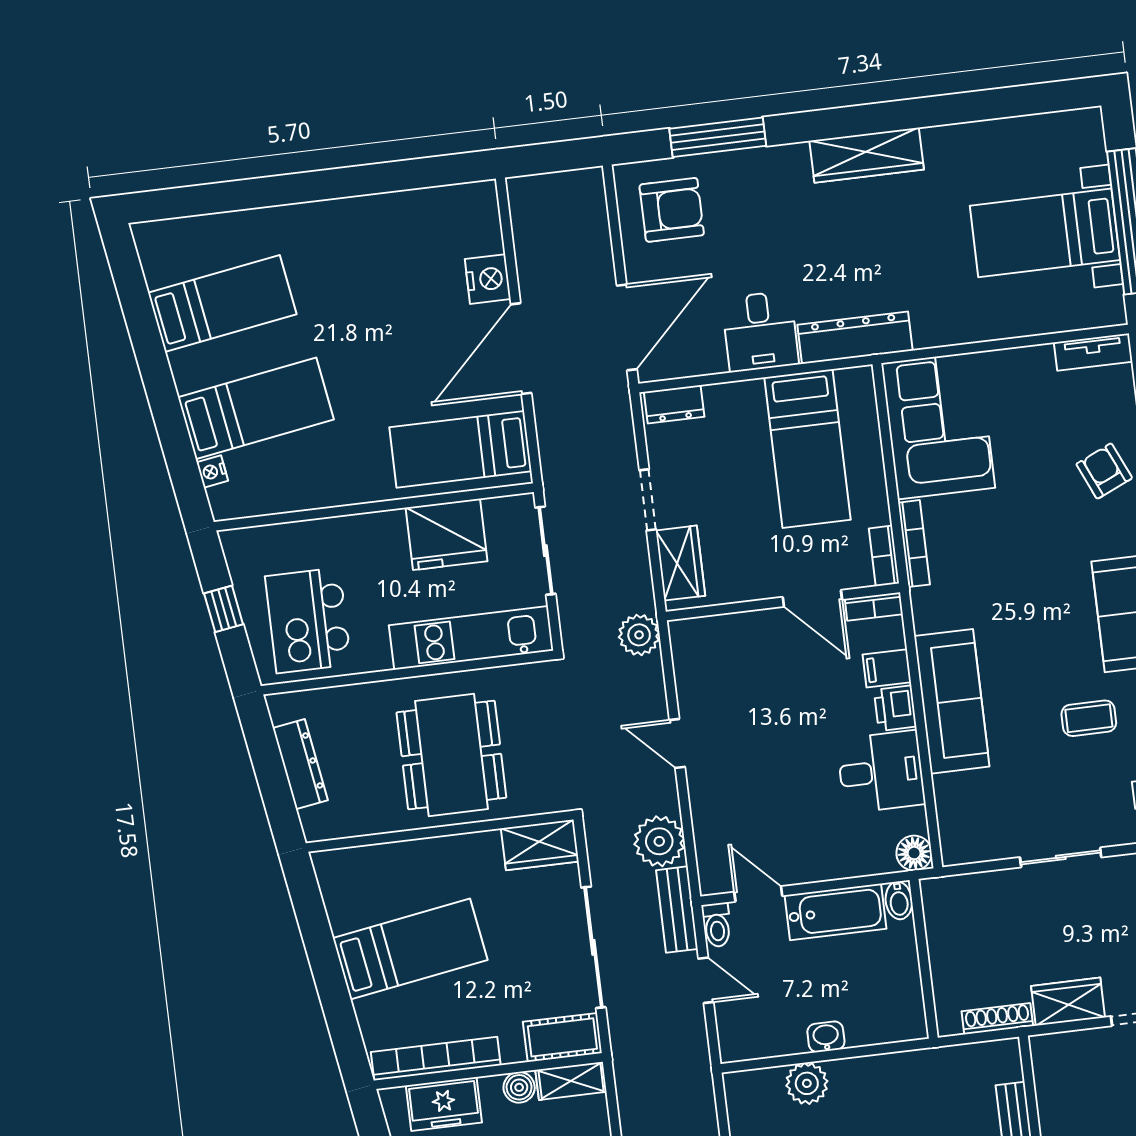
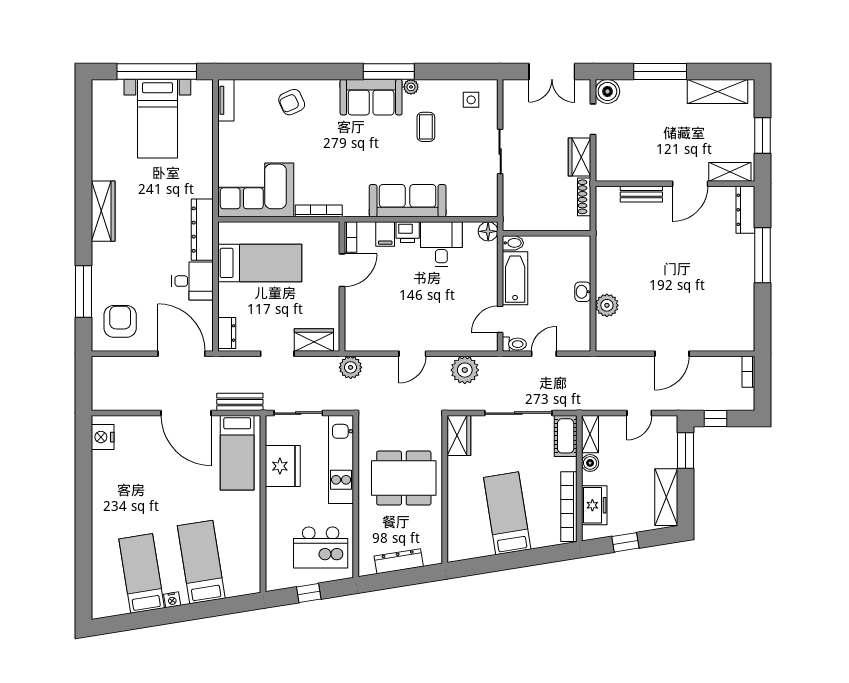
nightstand: (488, 279) -> (103, 437), moved, turned -90
nightstand: (212, 471) -> (172, 600), moved
bookcase: (884, 556) -> (324, 228), removed
bench: (677, 910) -> (240, 402), moved

